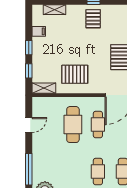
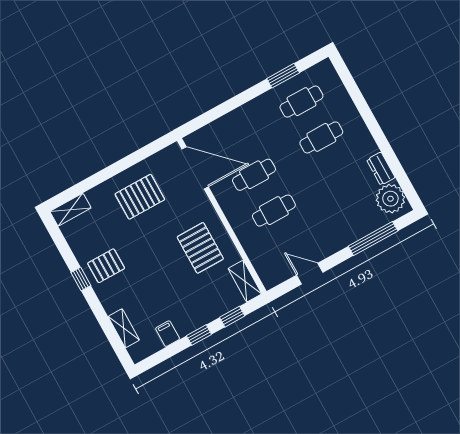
cafe table: (73, 125) -> (274, 211), width x0.73, depth x0.74

